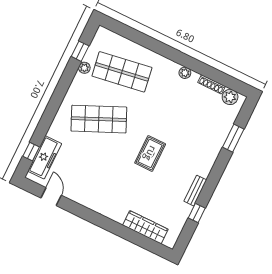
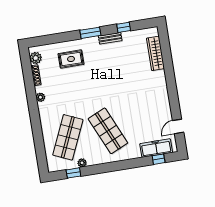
shop shelf: (122, 72) -> (68, 137), turned 33
window: (233, 138) -> (90, 33), moved
rug: (150, 153) -> (71, 59), moved

